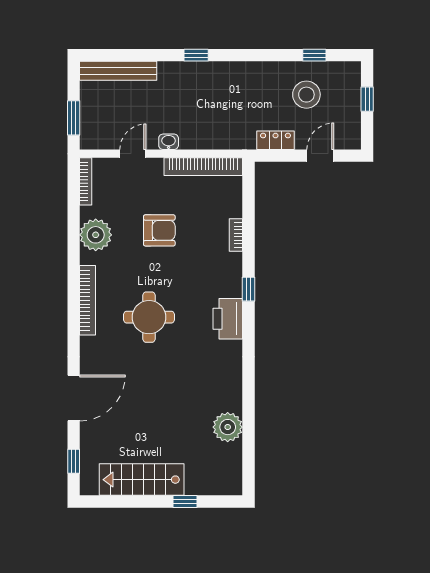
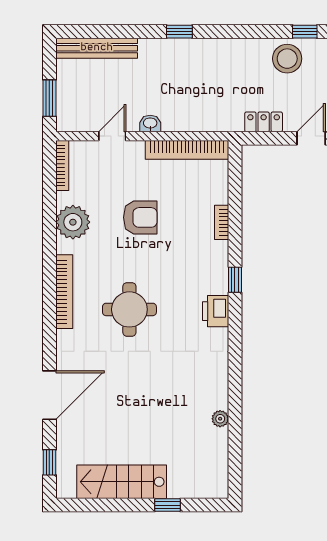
stool: (306, 95) -> (287, 59), moved
printer: (228, 319) -> (216, 311), width x0.73, depth x0.84
plant: (228, 427) -> (220, 419), width x0.53, depth x0.53

